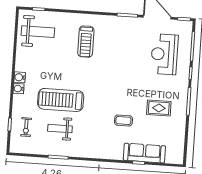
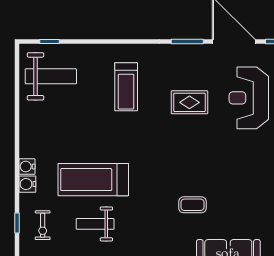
water cooler: (20, 77) -> (27, 184), moved
rug: (159, 108) -> (189, 102), moved

